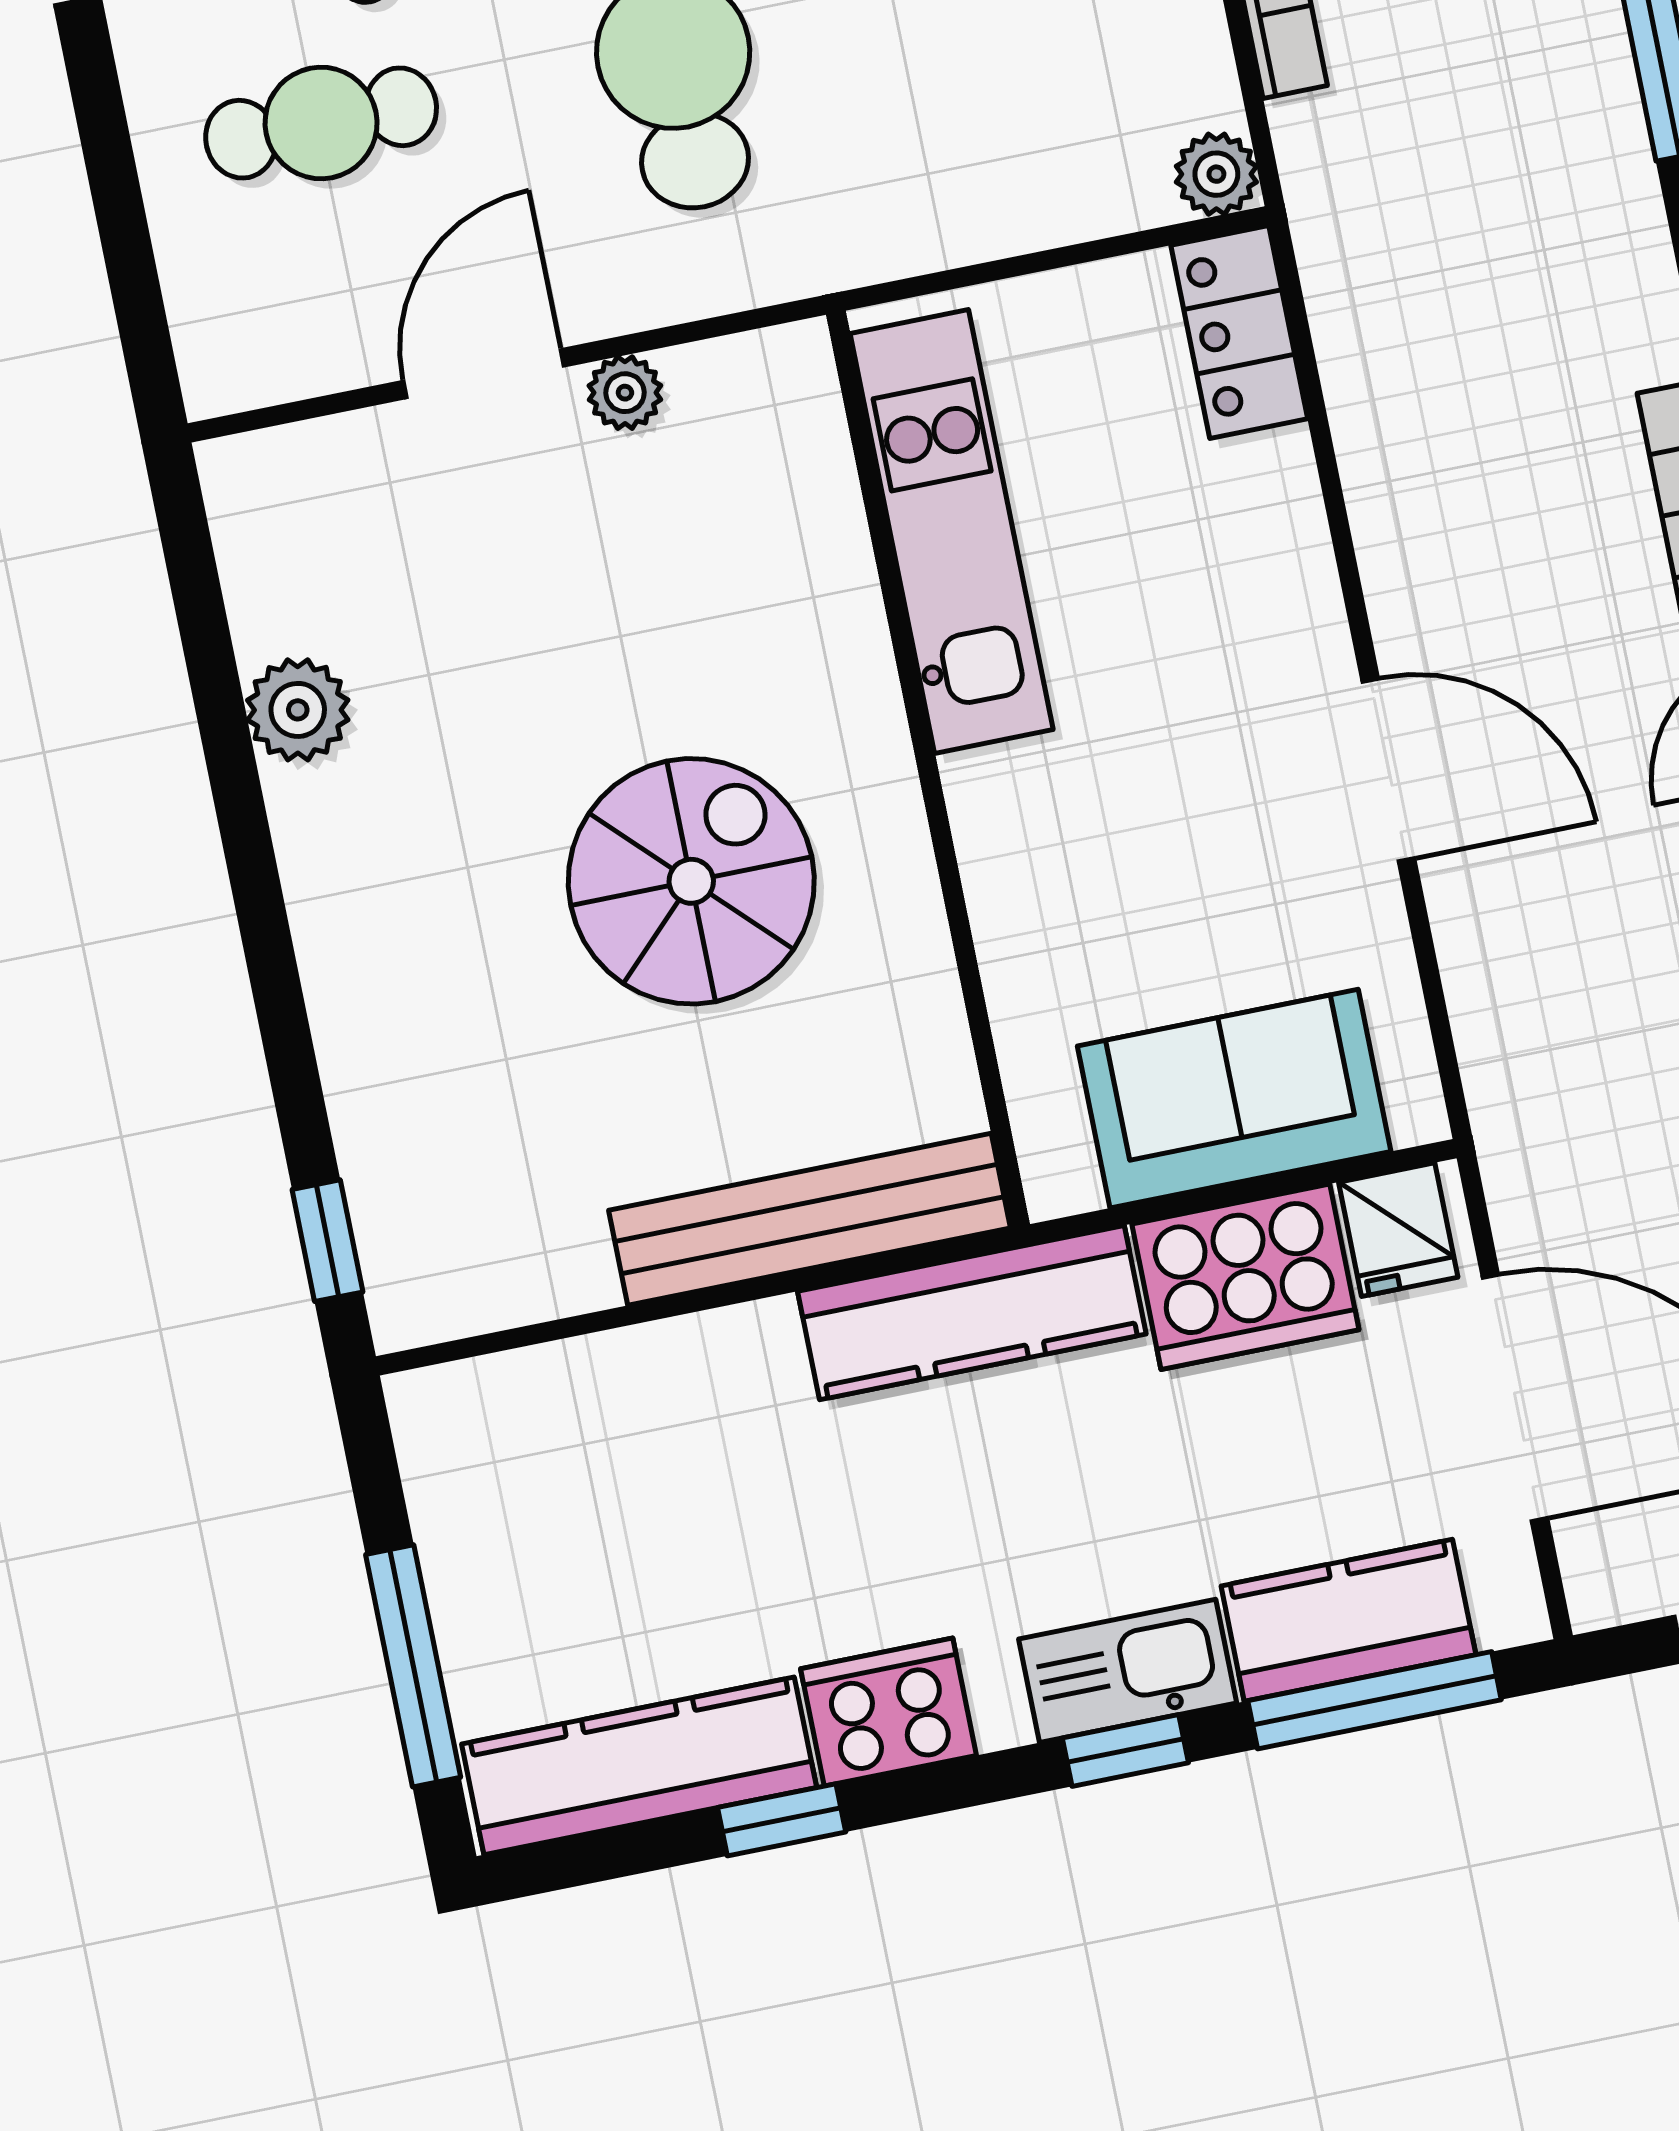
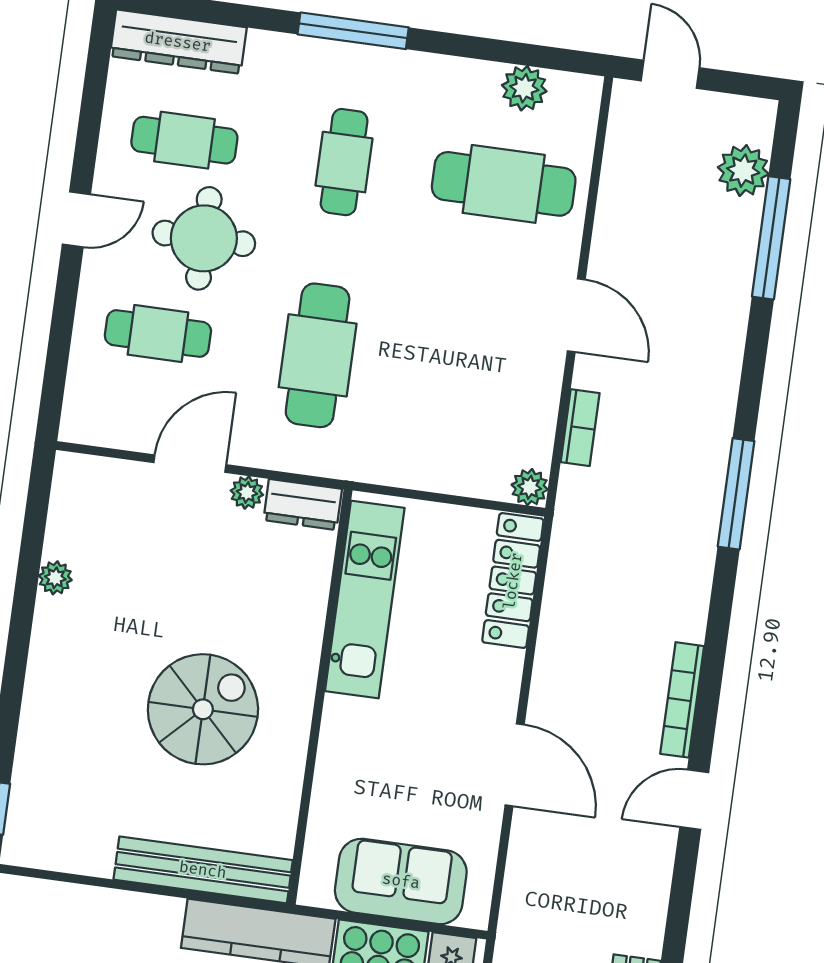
locker: (1239, 332) -> (513, 581), width x1.53
dresser: (751, 377) -> (303, 505), added
plant: (298, 710) -> (55, 578), width x0.73, depth x0.73

